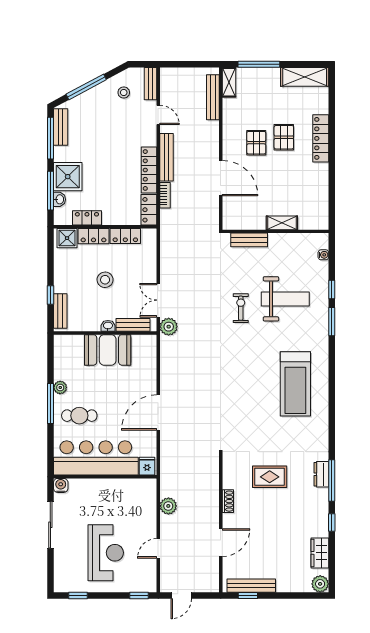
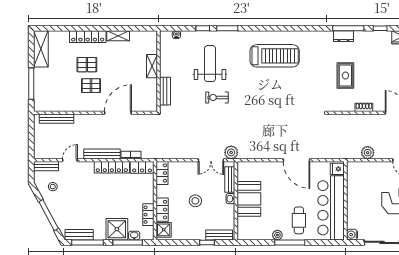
shelving: (229, 82) -> (118, 36), moved
locker: (125, 236) -> (162, 173), moved

